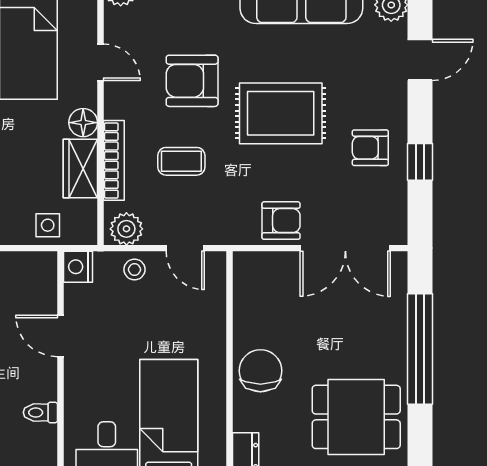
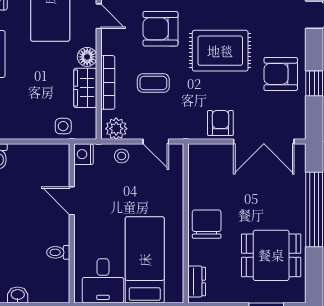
armchair: (370, 148) -> (281, 74), width x1.38, depth x1.38
armchair: (281, 221) -> (220, 123), turned -90

